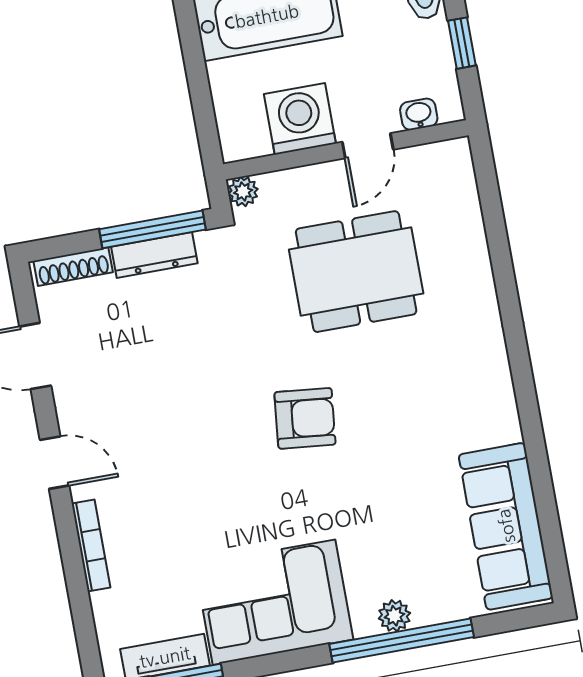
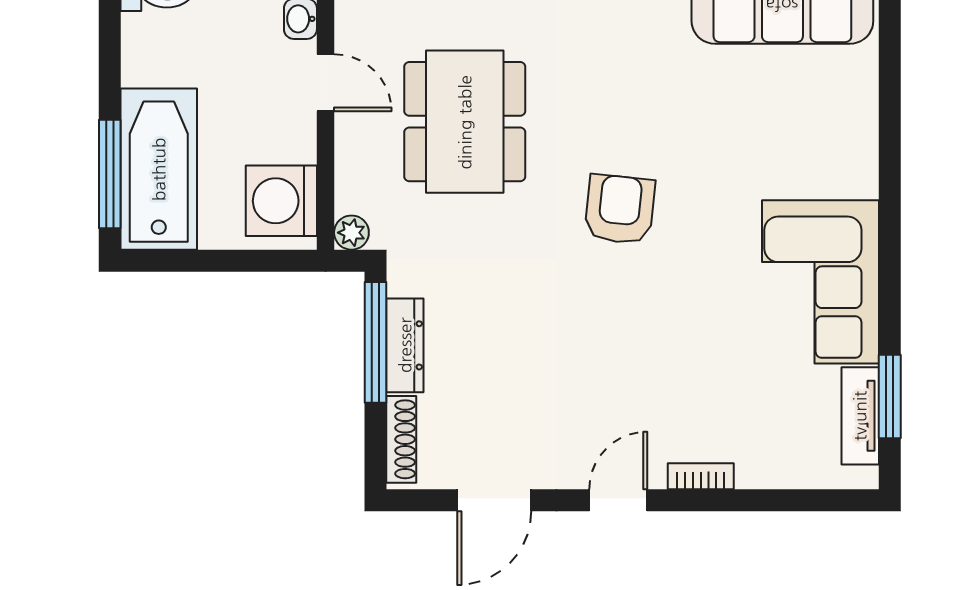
washing machine: (300, 119) -> (281, 201), moved
bookcase: (91, 546) -> (701, 476), width x0.64
plant: (394, 616) -> (860, 149), removed
window: (402, 640) -> (890, 146), removed

